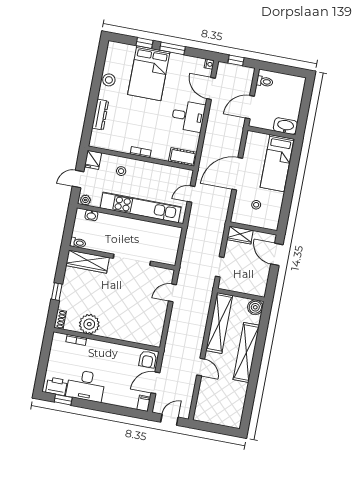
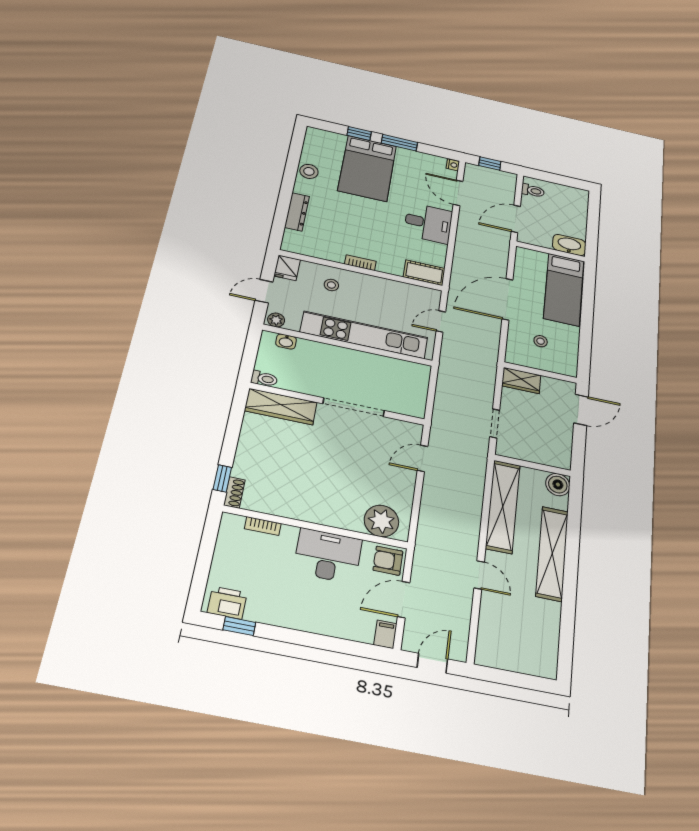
door: (277, 254) -> (581, 410), swing flipped
window: (57, 292) -> (222, 478), moved
plant: (89, 324) -> (381, 521), moved
armchair: (148, 359) -> (388, 561), turned 90
desk: (86, 386) -> (328, 556), moved, turned 180

